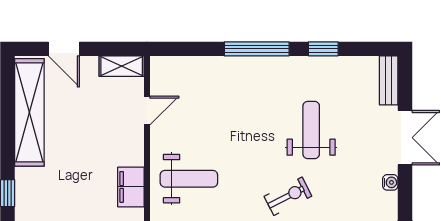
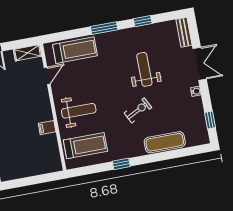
window: (257, 49) -> (104, 28), width x0.69
treadmill: (202, 77) -> (75, 50), added
filing cabinet: (131, 187) -> (47, 128), width x0.50

